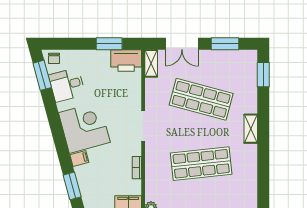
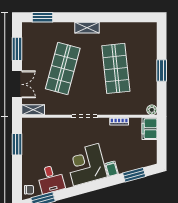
printer: (126, 61) -> (31, 130), removed

